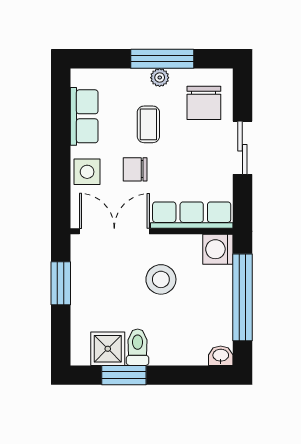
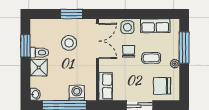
window: (162, 59) -> (184, 48), moved
row of seats: (192, 215) -> (106, 86), width x0.68
washing machine: (218, 249) -> (77, 93), moved
stool: (161, 279) -> (69, 43), moved
shower: (108, 349) -> (39, 68), moved

